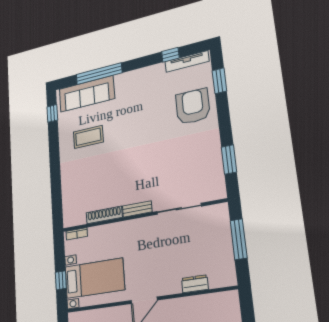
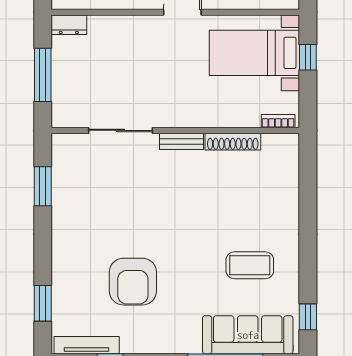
armchair: (193, 106) -> (133, 282), moved
dresser: (195, 284) -> (69, 25), moved

